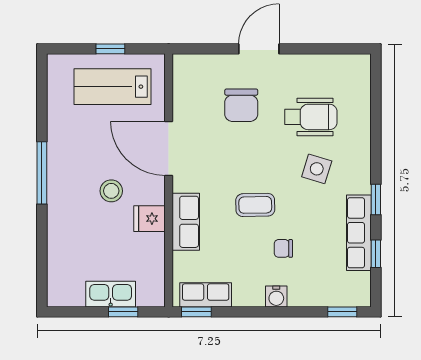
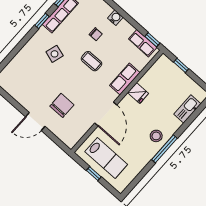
wheelchair: (311, 117) -> (39, 76), removed
stool: (111, 191) -> (156, 136), moved
kitchen sink: (111, 294) -> (187, 109), moved, turned 90

